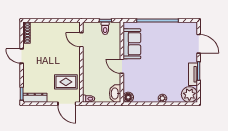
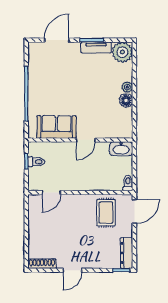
floor lamp: (128, 97) -> (126, 100), moved

